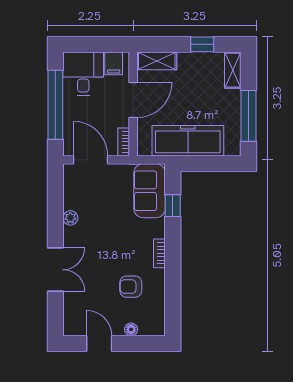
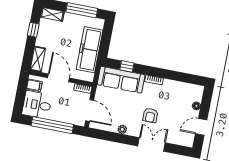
door: (90, 160) -> (90, 110), swing flipped
sofa: (150, 191) -> (121, 80), width x1.36
armchair: (131, 287) -> (150, 115), moved

